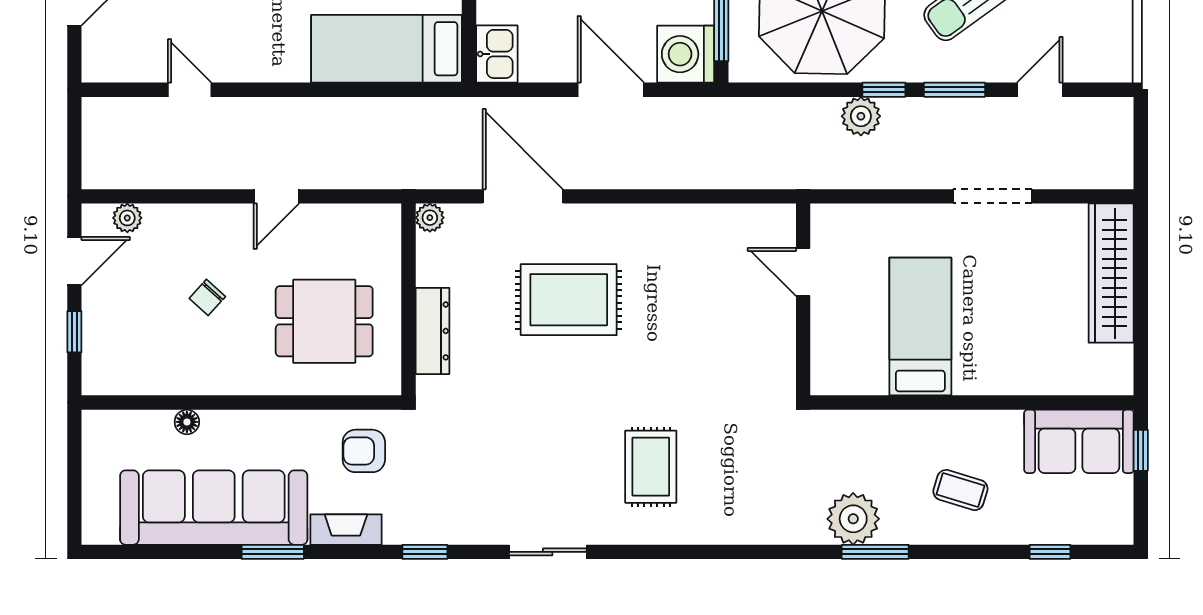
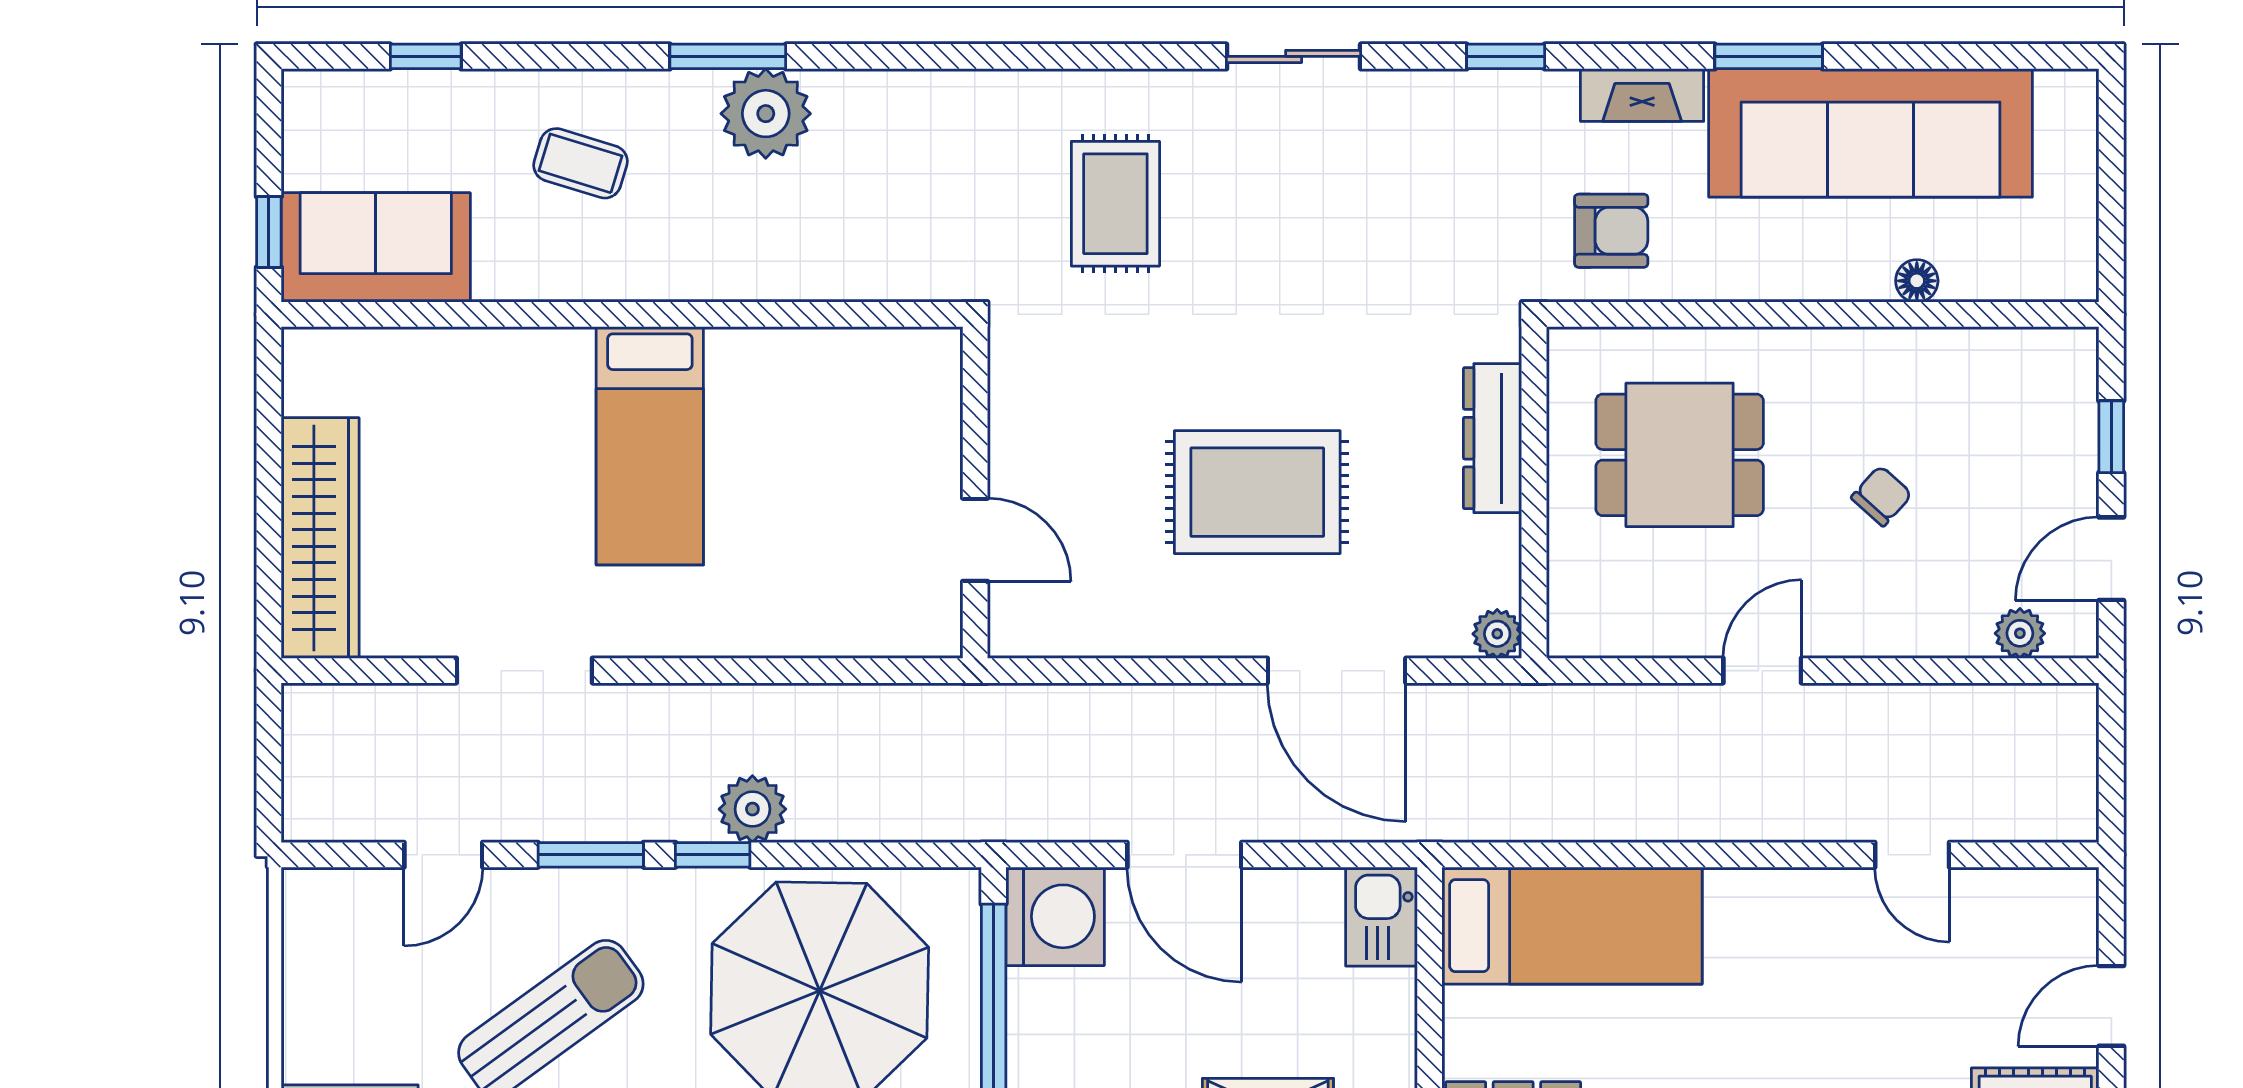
door: (803, 272) -> (975, 540), moved
wall: (803, 299) -> (975, 492), moved

